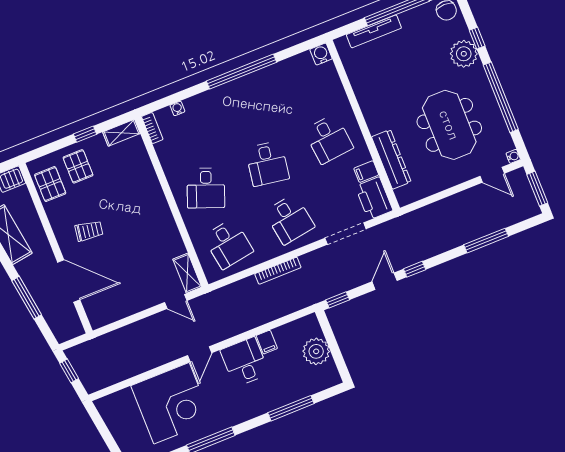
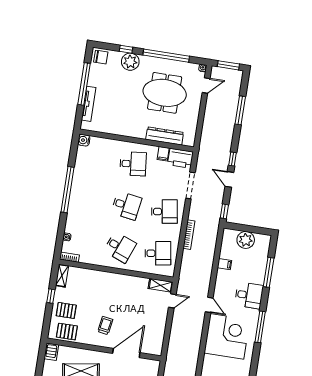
desk: (245, 362) -> (249, 295), moved, turned 180

